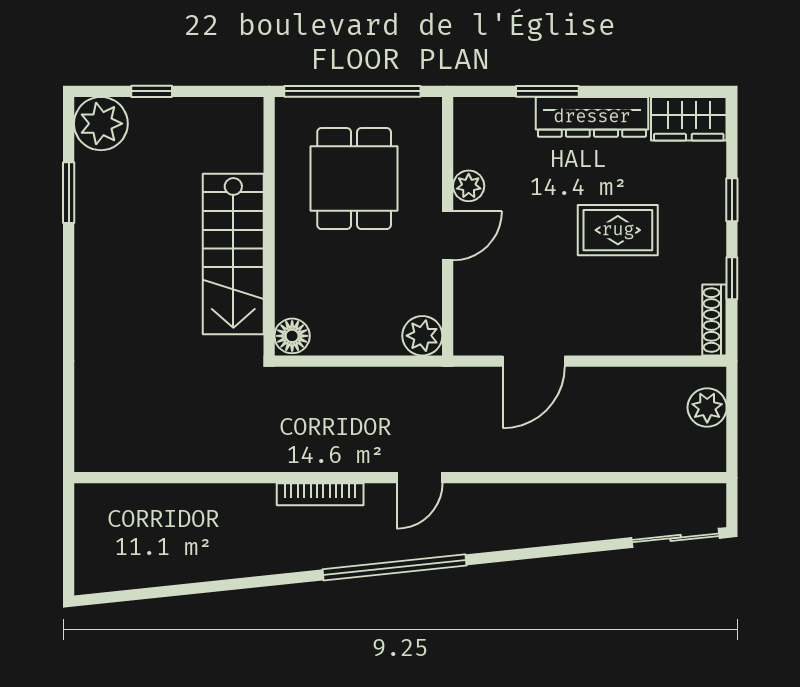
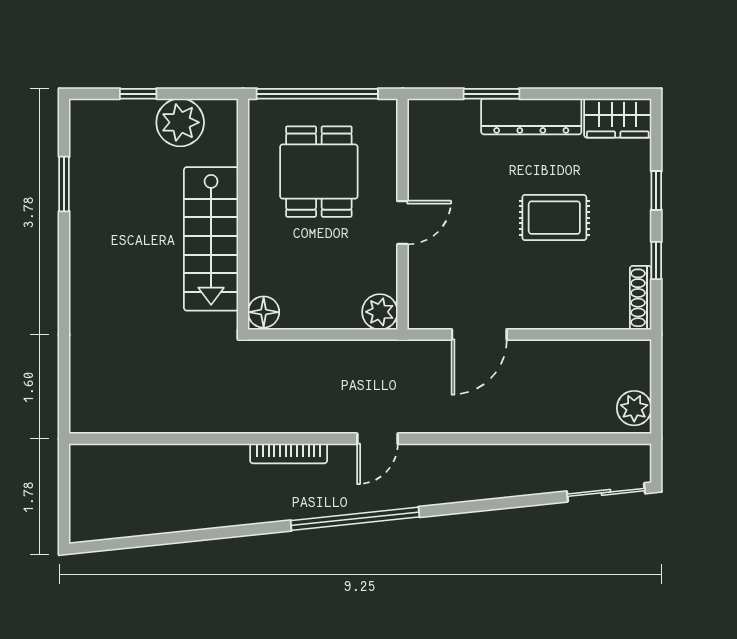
plant: (101, 124) -> (180, 122), moved
plant: (469, 186) -> (421, 178), removed
plant: (707, 407) -> (634, 408), moved

